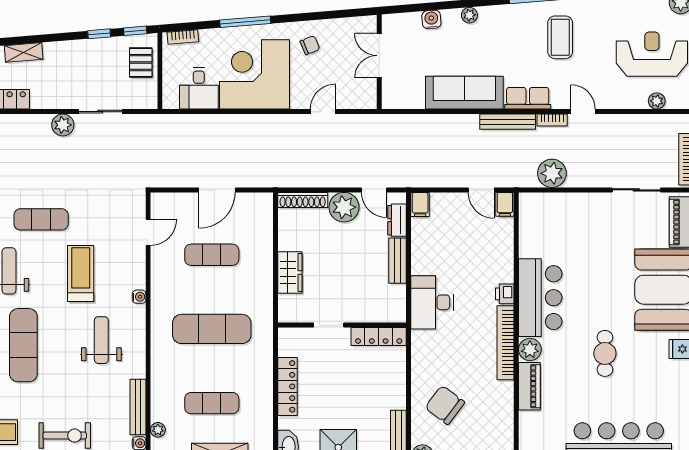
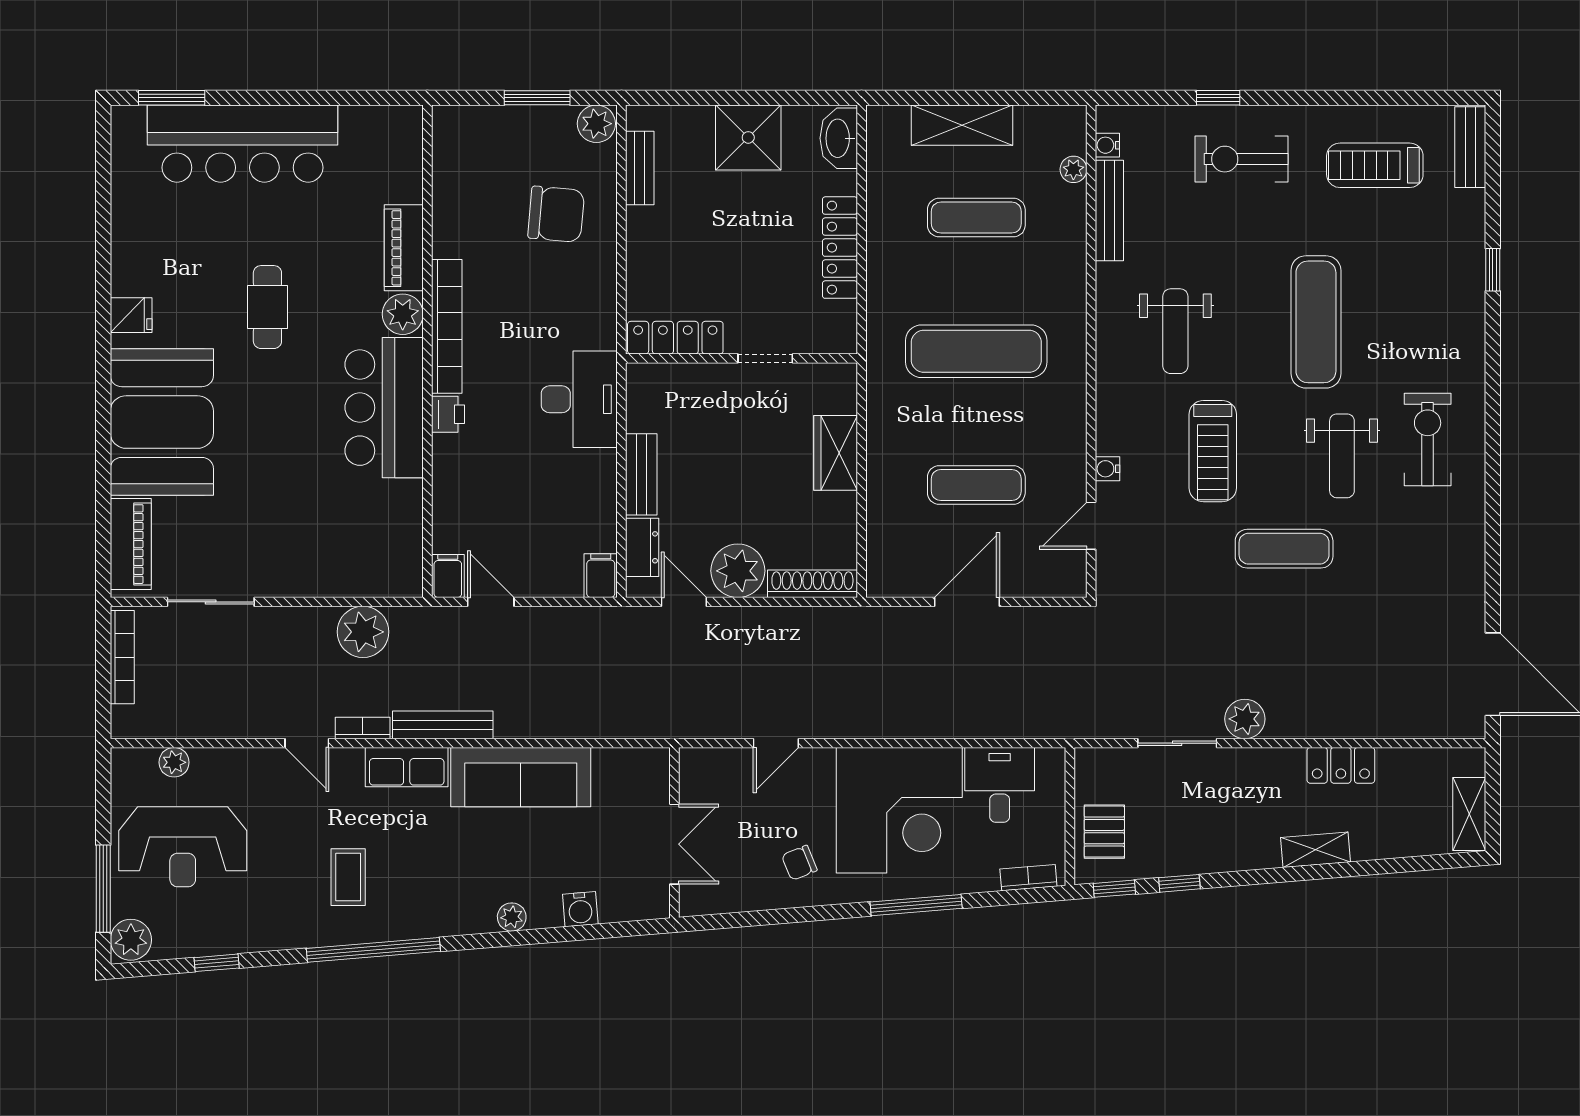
coffee table: (560, 37) -> (348, 877), width x0.73, depth x0.77
water cooler: (139, 297) -> (1107, 469), moved
chair: (445, 405) -> (556, 214), turned -32

